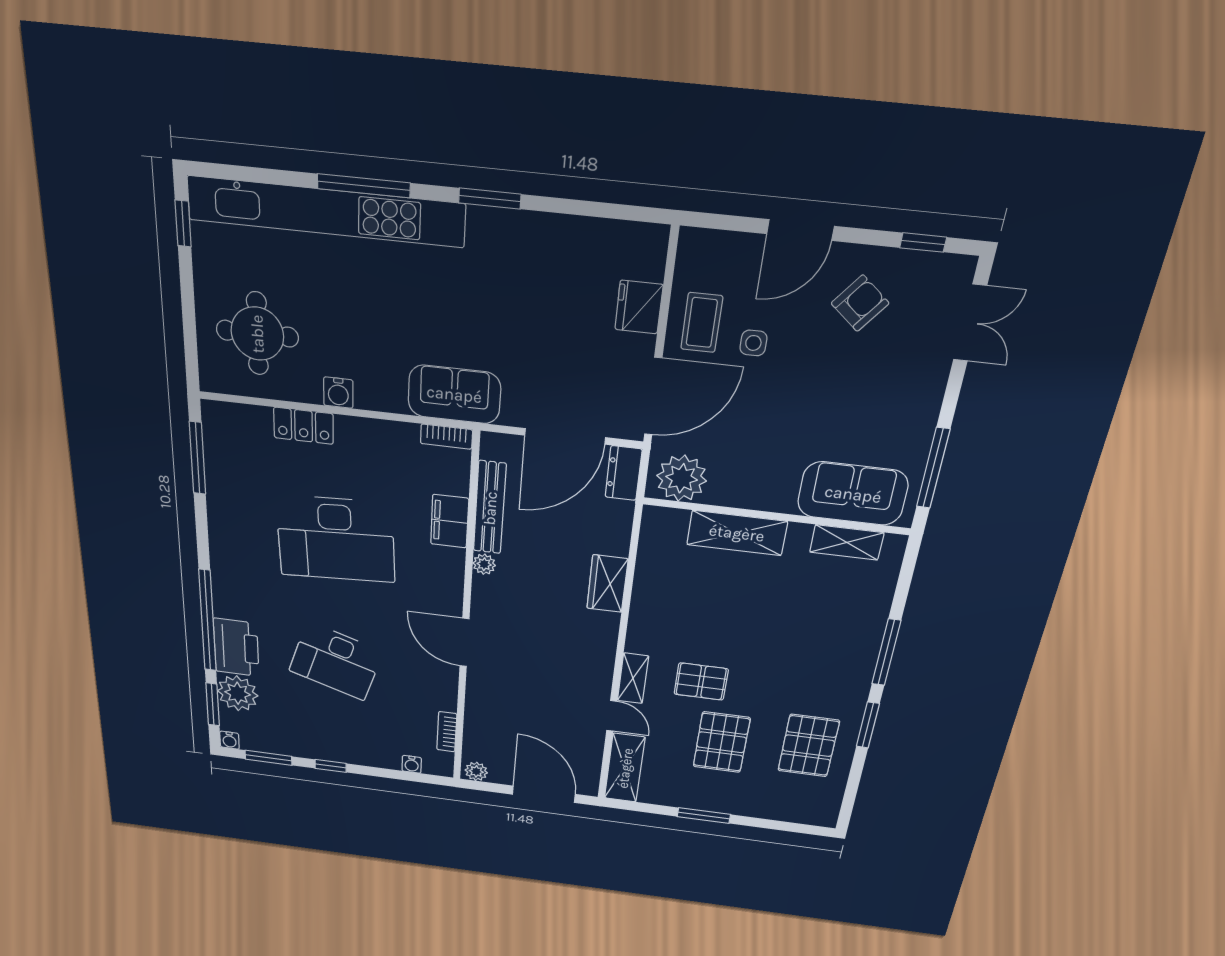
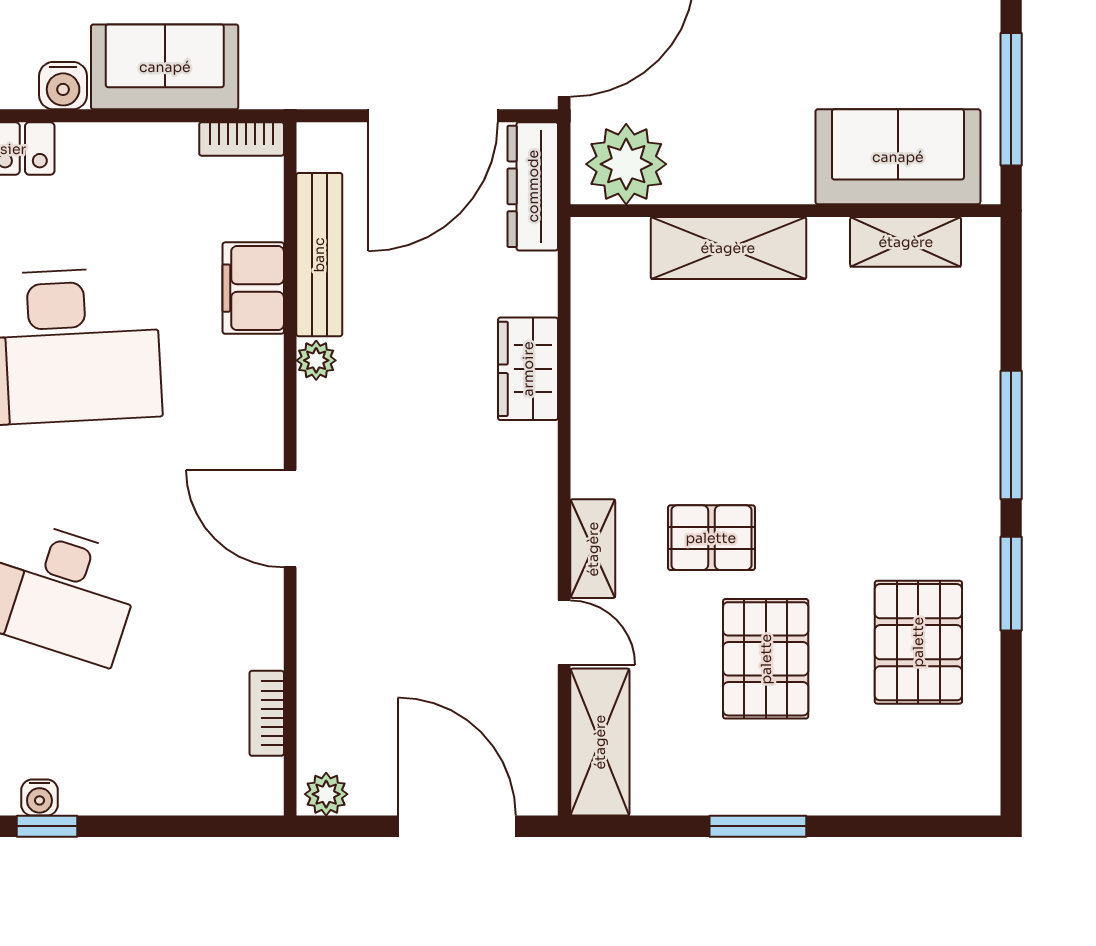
sofa: (454, 394) -> (165, 67), moved
dresser: (623, 473) -> (533, 186), width x1.44
water cooler: (412, 764) -> (39, 798), moved

